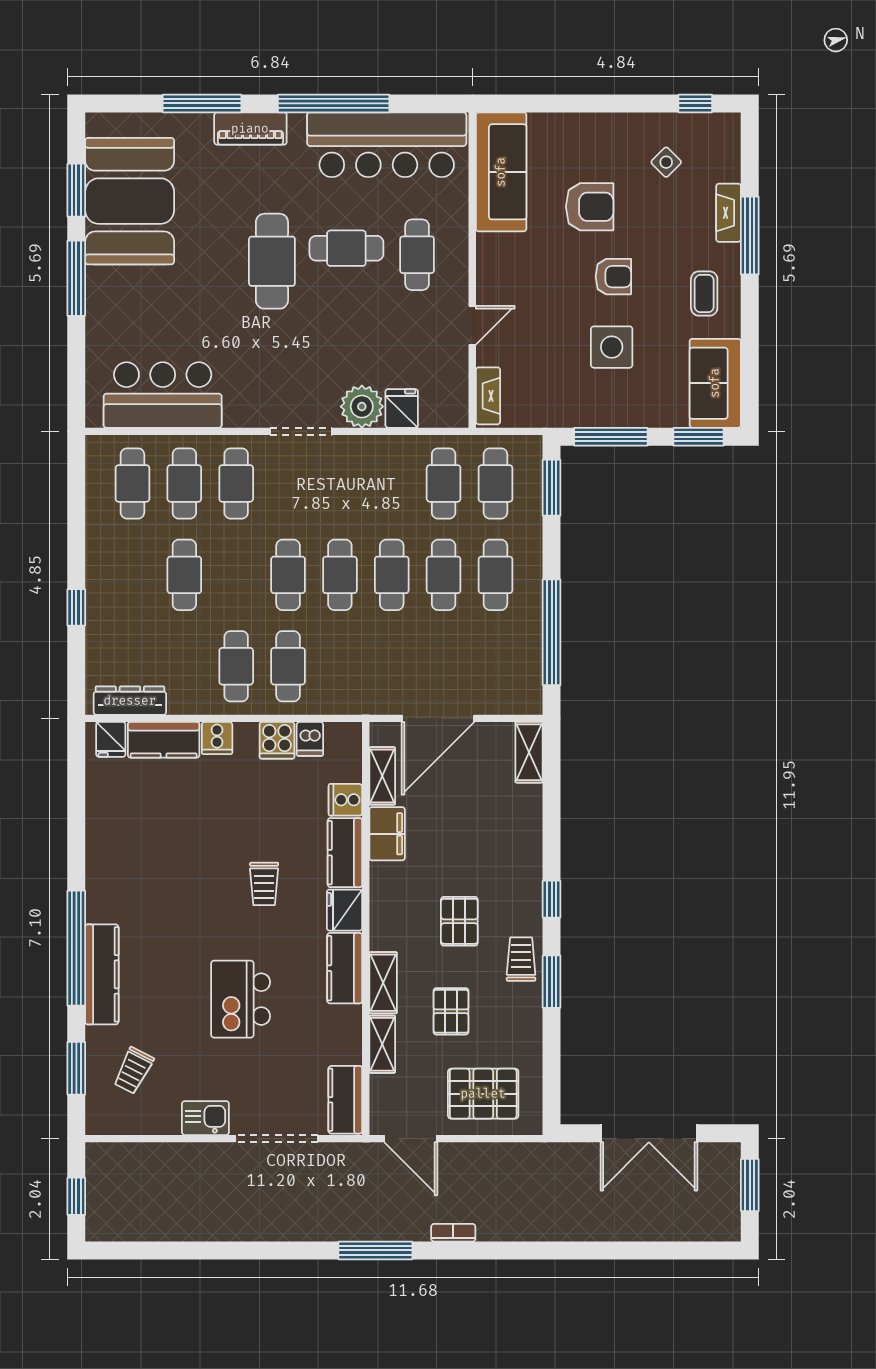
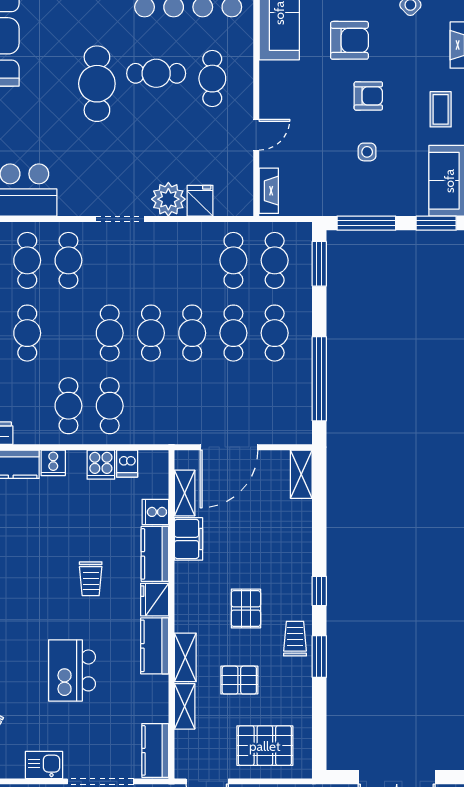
side table: (612, 347) -> (367, 152), width x0.54, depth x0.54
pallet: (451, 1011) -> (239, 680), turned 90

